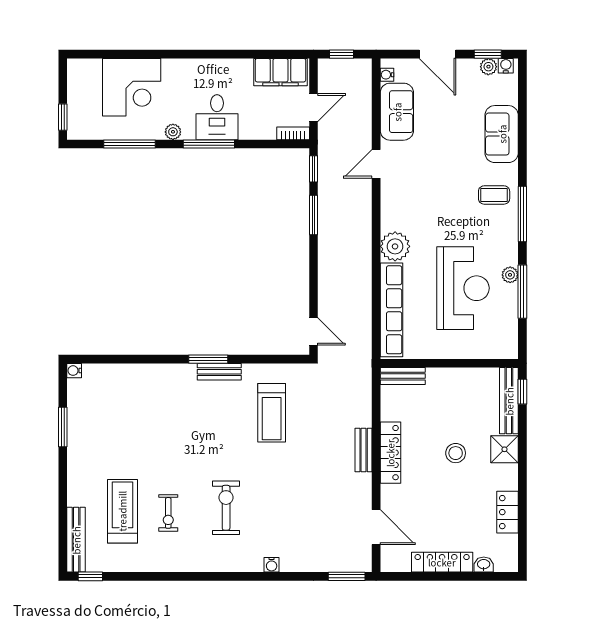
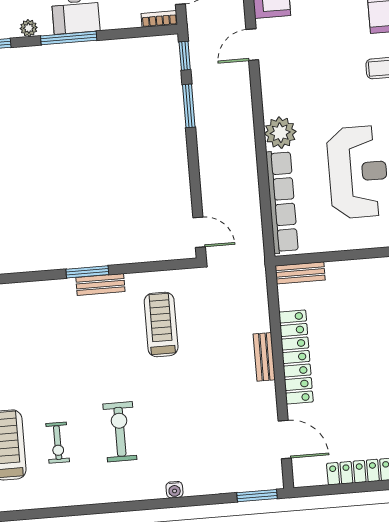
treadmill: (272, 413) -> (161, 324), turned 180
locker: (390, 453) -> (296, 357), width x1.41, depth x1.21
stool: (456, 453) -> (365, 352), removed

